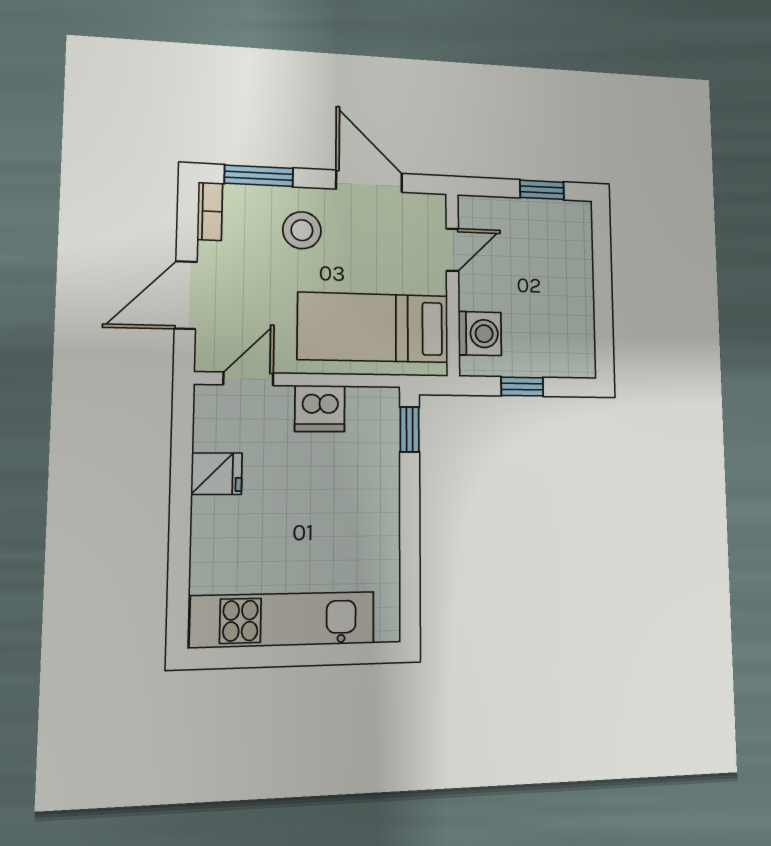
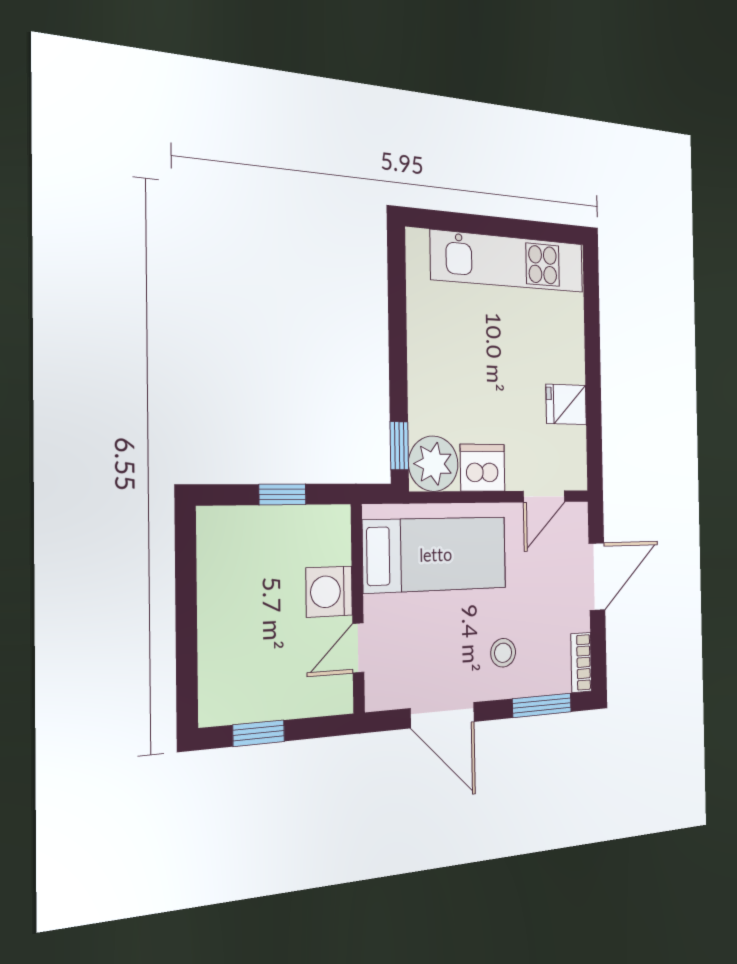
stool: (302, 230) -> (503, 653), width x0.73, depth x0.73
washing machine: (480, 334) -> (329, 592), moved
plant: (374, 413) -> (433, 464), added

